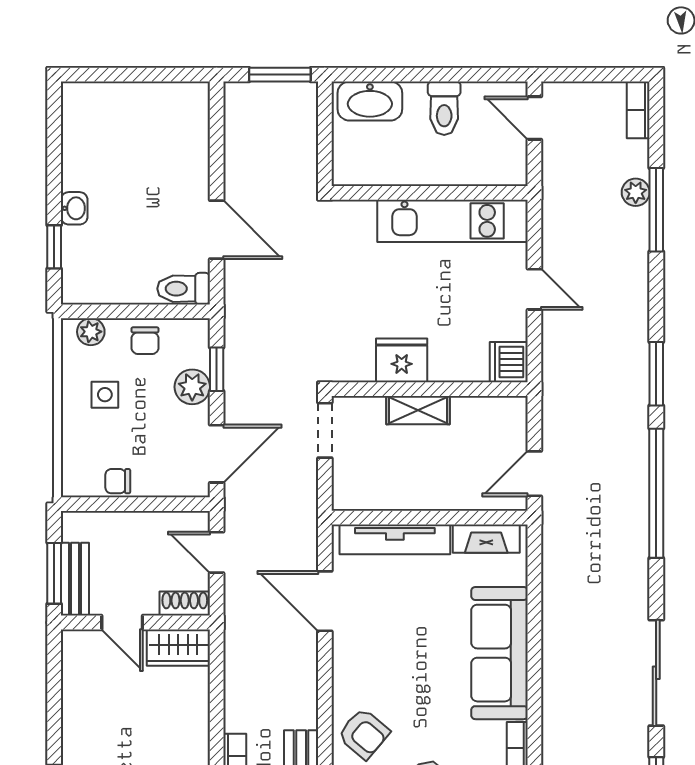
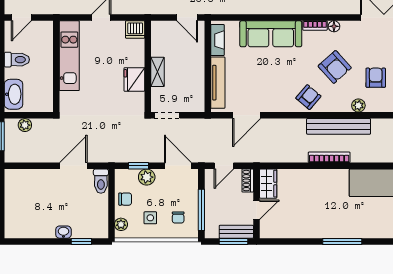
plant: (304, 126) -> (25, 125), added
chair: (118, 481) -> (178, 217), moved
window: (122, 504) -> (201, 210), added

